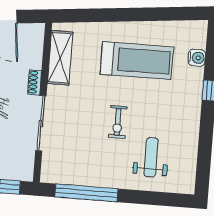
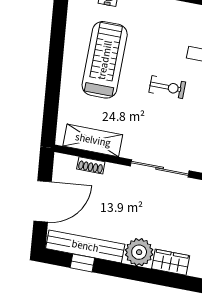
shoe rack: (35, 82) -> (91, 165), moved

